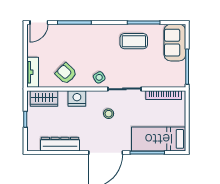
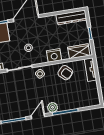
door: (39, 23) -> (38, 116), moved
plant: (90, 31) -> (53, 107), added
coffee table: (134, 41) -> (19, 105), removed
dresser: (60, 144) -> (71, 17), moved

